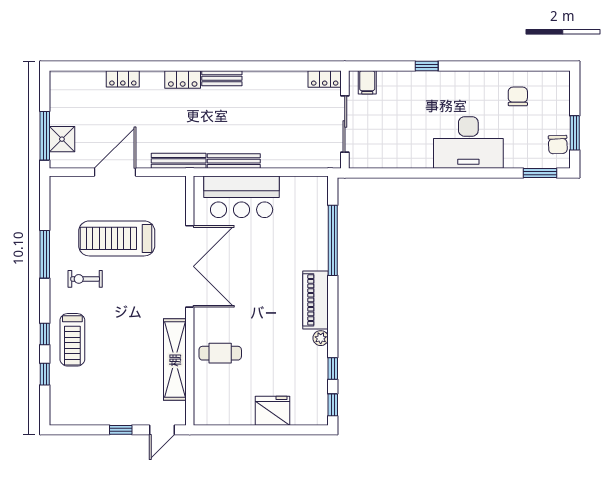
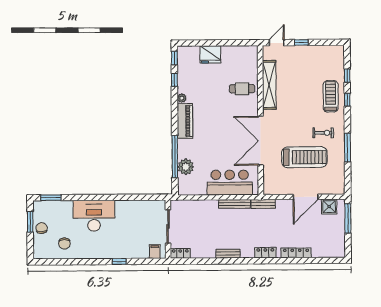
bench: (222, 78) -> (228, 254), moved
locker: (123, 79) -> (296, 253), width x1.53
shower: (62, 139) -> (329, 207), moved
chair: (558, 144) -> (42, 228), moved
bench: (179, 161) -> (263, 204), width x0.73
plant: (315, 223) -> (186, 167), added

